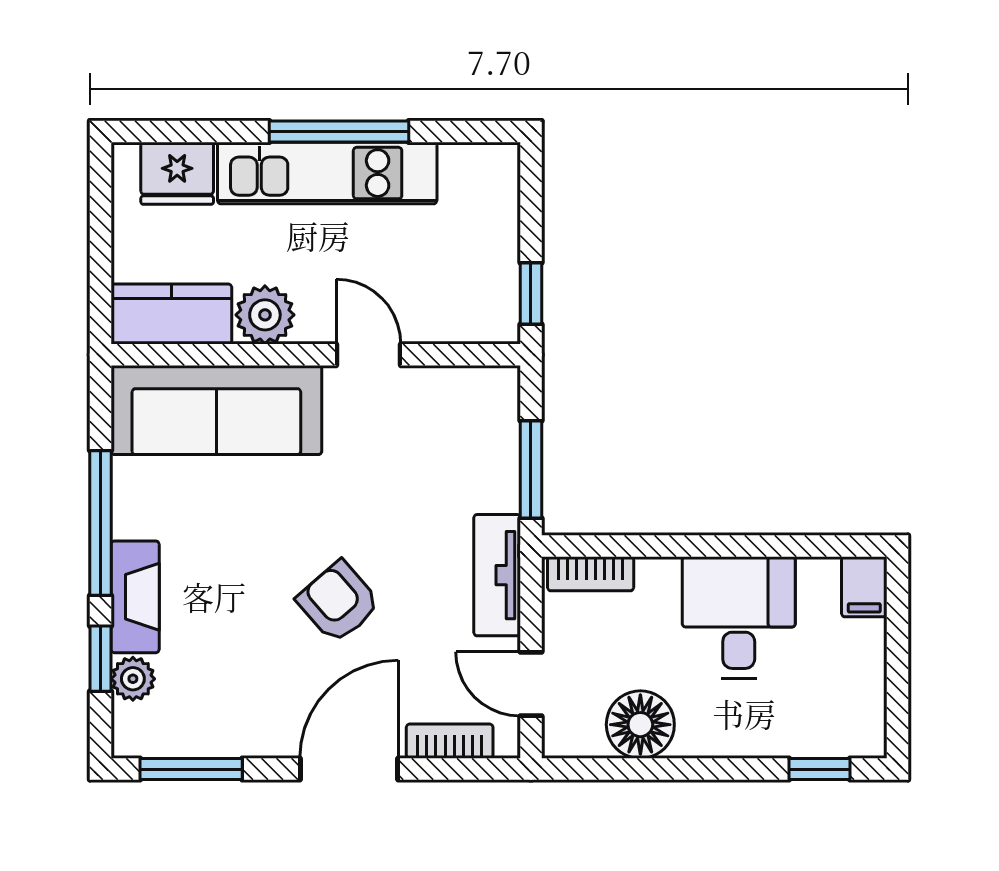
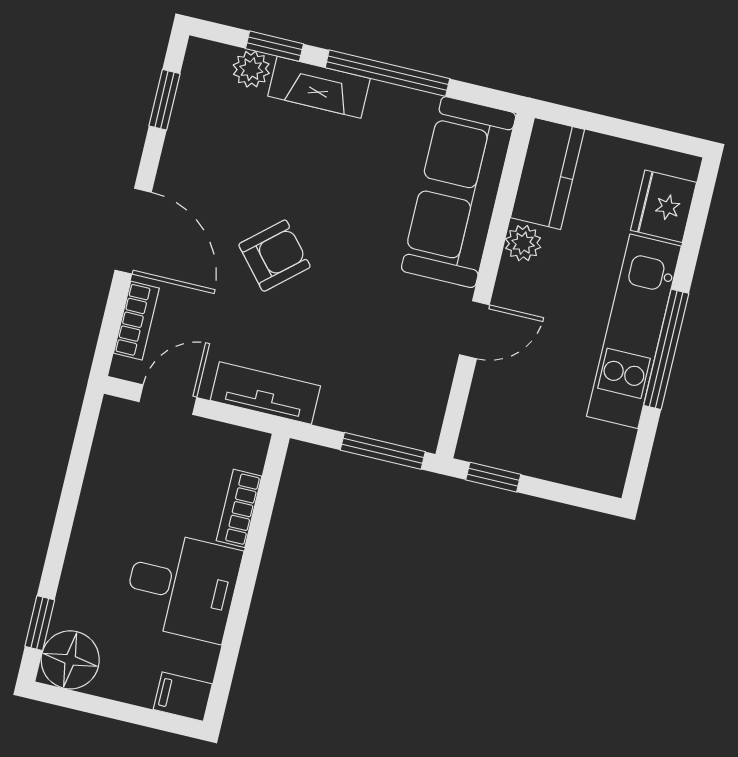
plant: (265, 315) -> (523, 243), width x0.73, depth x0.73
window: (531, 470) -> (383, 451), moved
bookcase: (591, 574) -> (239, 508), moved
floor lamp: (640, 725) -> (70, 660), moved
window: (191, 769) -> (164, 100), width x0.67

